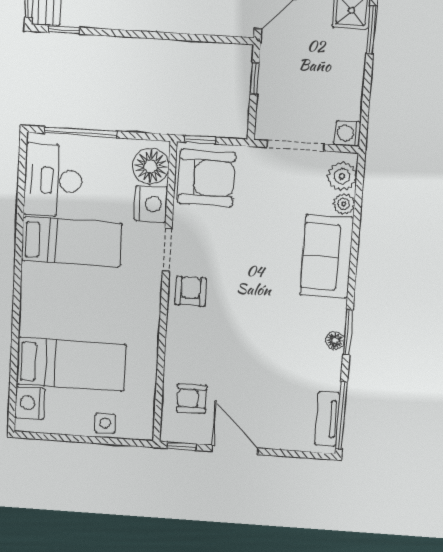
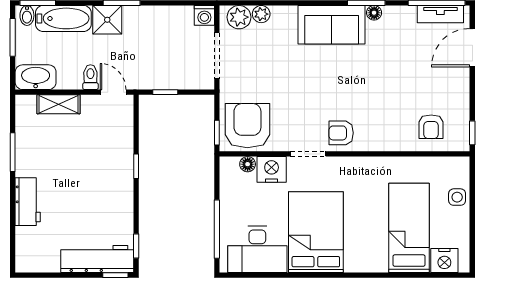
window: (164, 36) -> (136, 166), added
floor lamp: (151, 166) -> (248, 164), width x0.53, depth x0.53
bed: (72, 242) -> (316, 232), width x1.50
sofa: (327, 256) -> (332, 25), moved
door: (235, 450) -> (472, 48), moved

